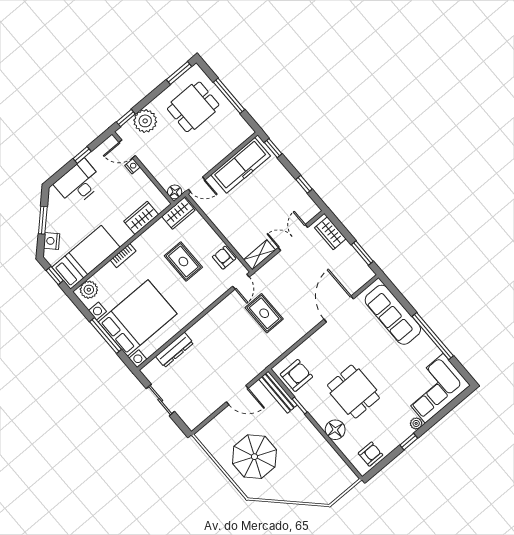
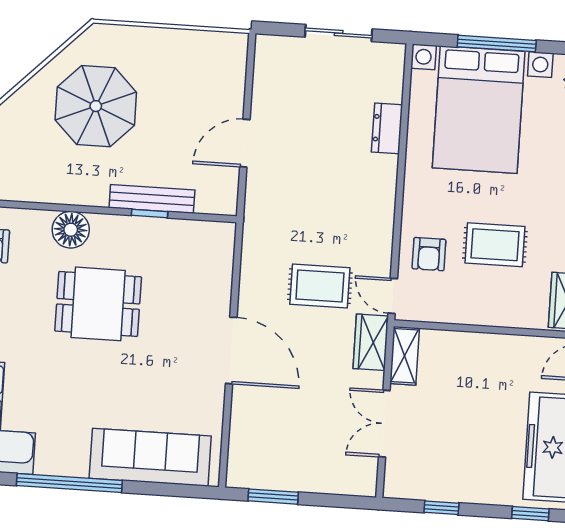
wardrobe: (330, 233) -> (371, 342), moved, turned -90
double door: (293, 237) -> (384, 424), swing flipped
armchair: (224, 258) -> (429, 254), moved, turned 90
door: (339, 309) -> (231, 350), moved
dresser: (174, 350) -> (387, 128), width x0.70
armchair: (296, 375) -> (194, 248), removed
bench: (278, 392) -> (152, 199), moved
parasol: (254, 457) -> (96, 106), moved

